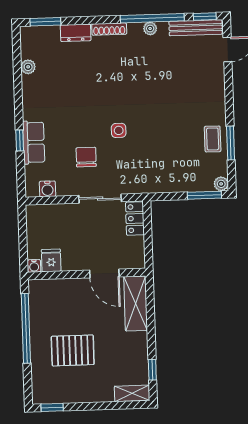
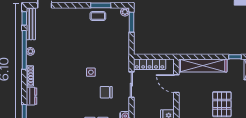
locker: (135, 219) -> (150, 64), width x1.53
door: (104, 273) -> (176, 84), swing flipped
shelving: (136, 303) -> (203, 66), width x1.47

